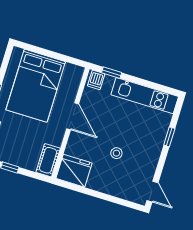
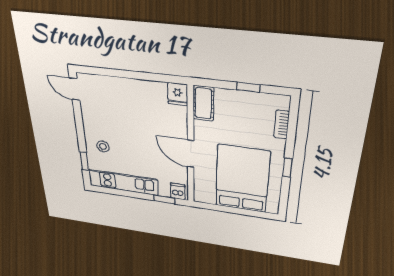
window: (169, 137) -> (84, 161), moved
stool: (116, 153) -> (103, 146), moved
fridge: (74, 171) -> (178, 94), width x0.53, depth x0.75

